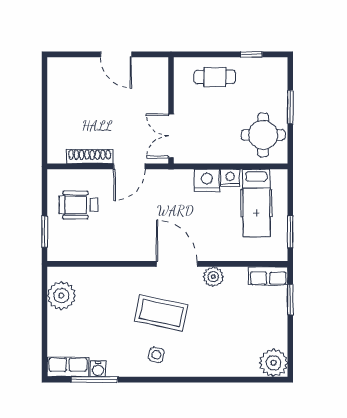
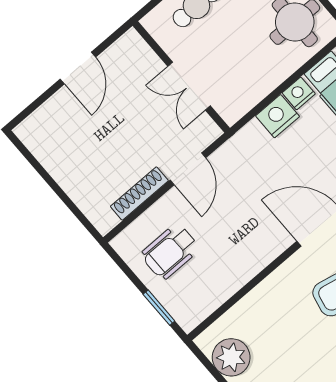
door: (116, 54) -> (78, 68), hinge flipped
double door: (171, 136) -> (189, 86), moved

